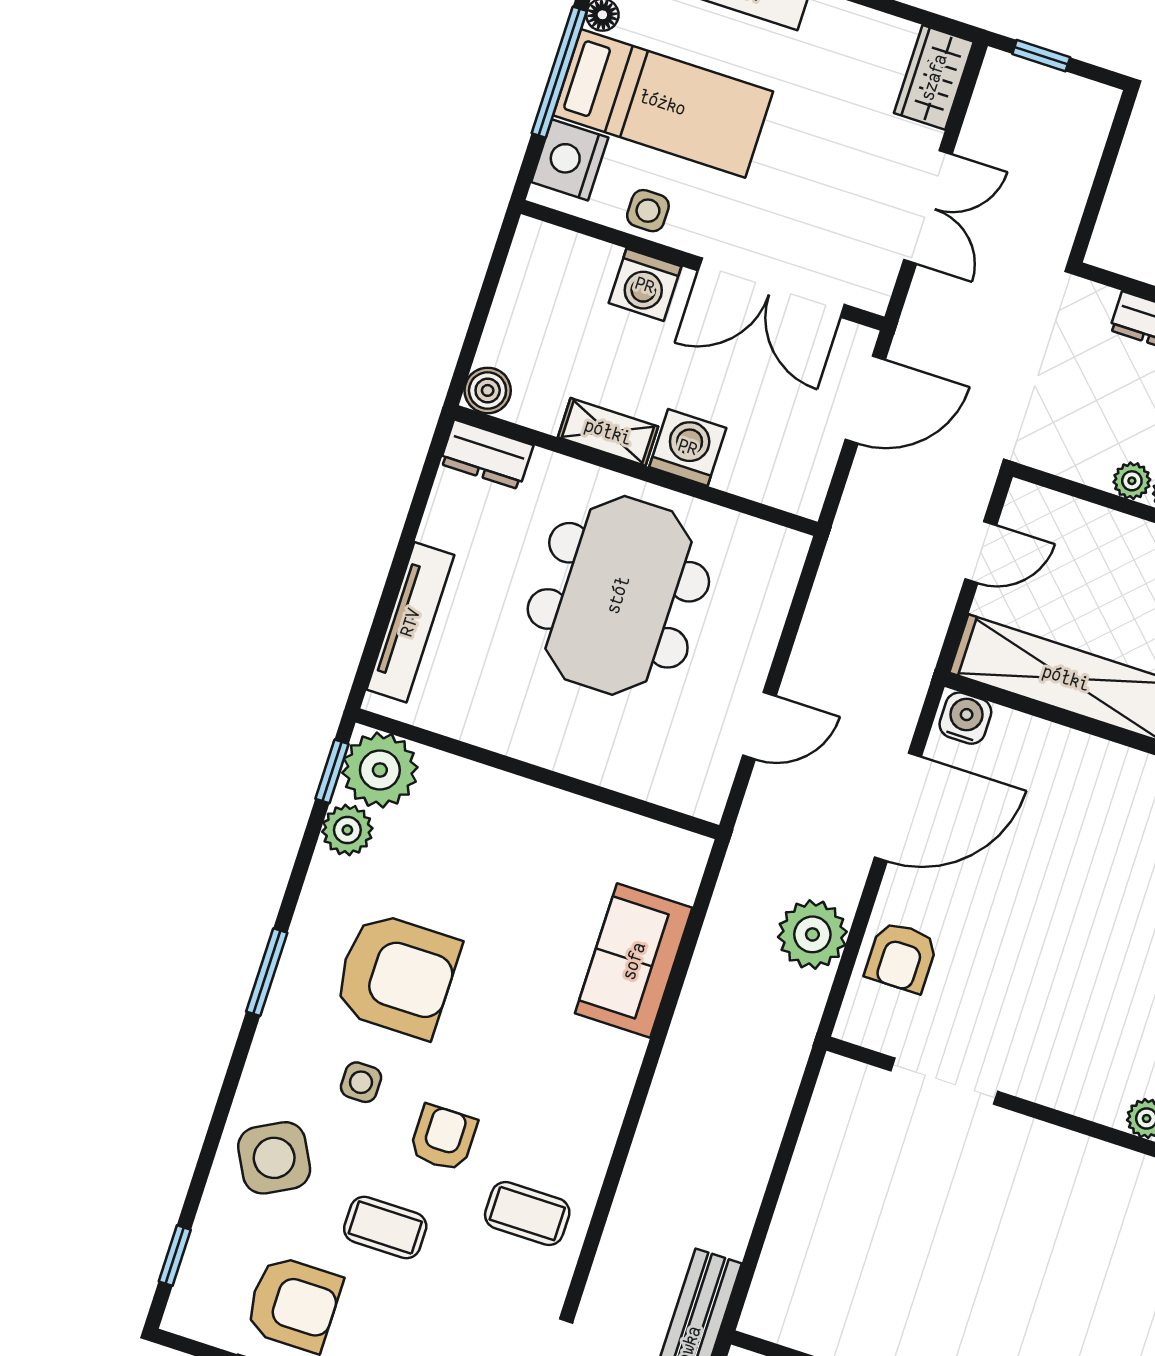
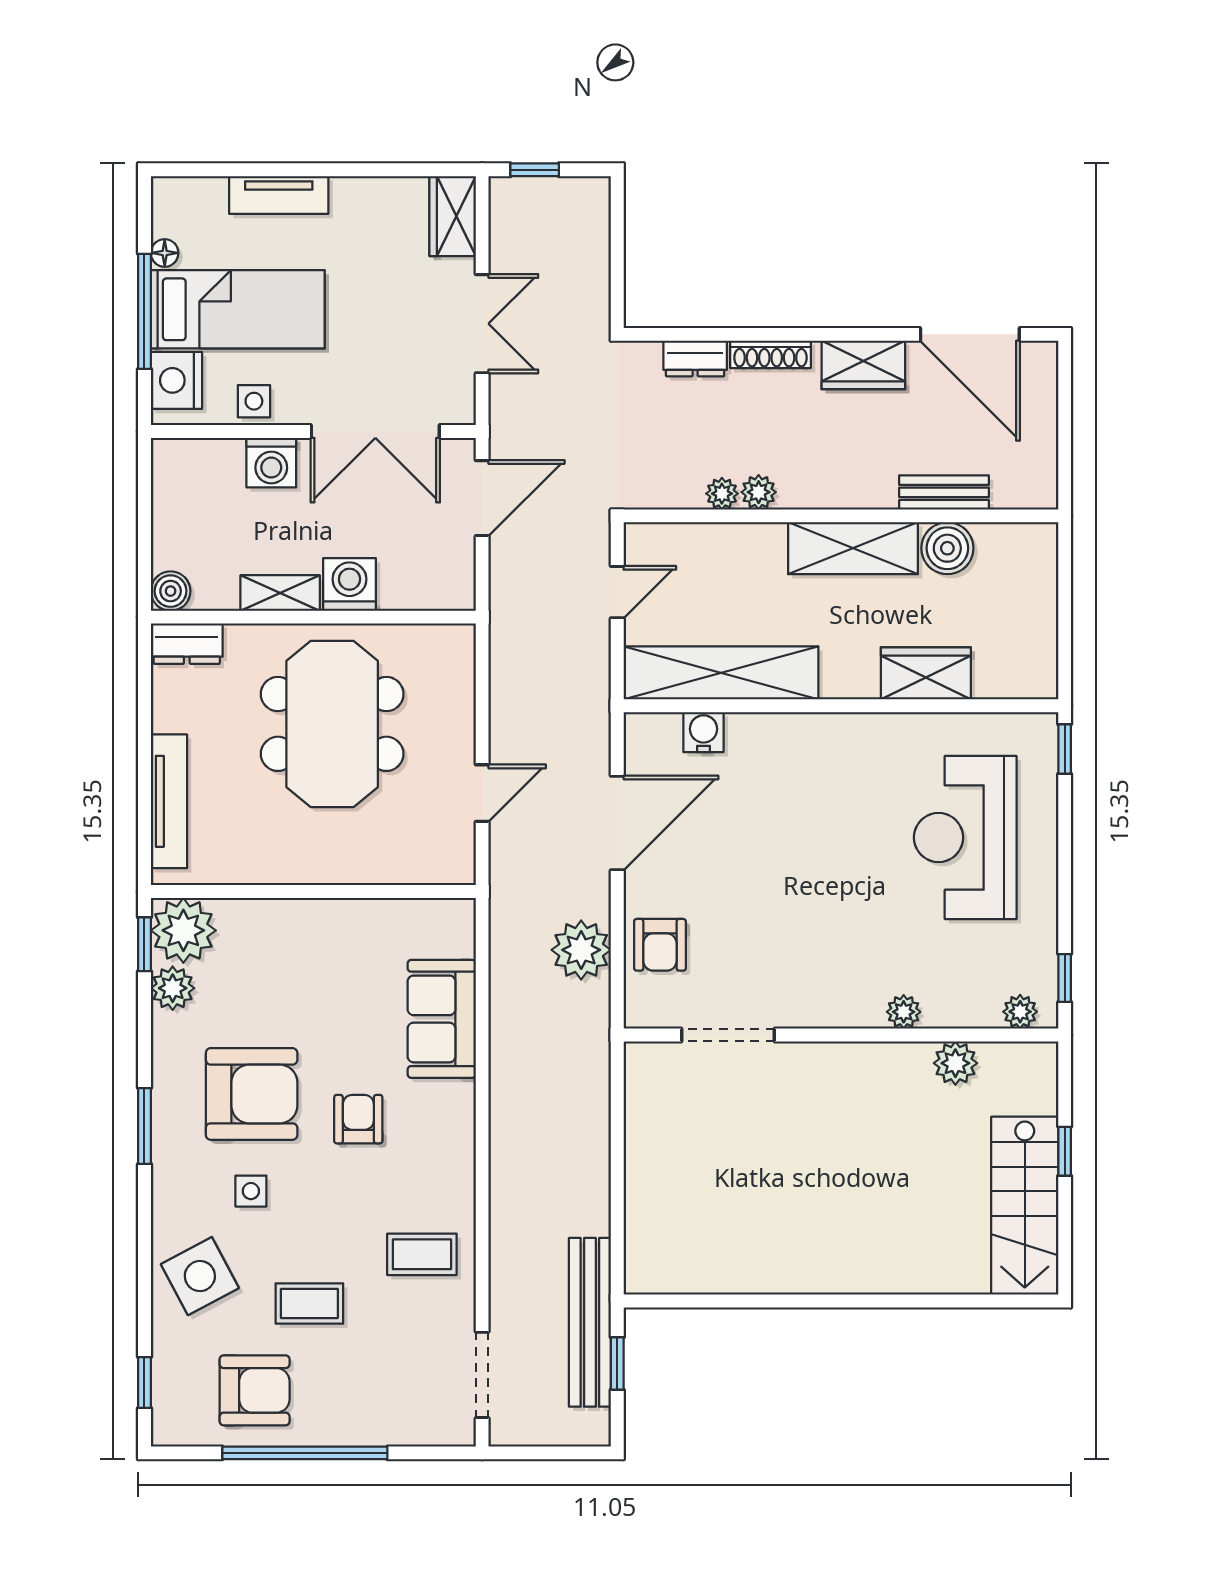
water cooler: (965, 718) -> (704, 732), moved
armchair: (443, 1138) -> (358, 1119), moved

